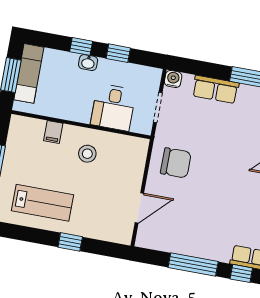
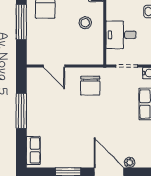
window: (70, 242) -> (21, 22), width x2.17
window: (241, 273) -> (21, 146), removed

